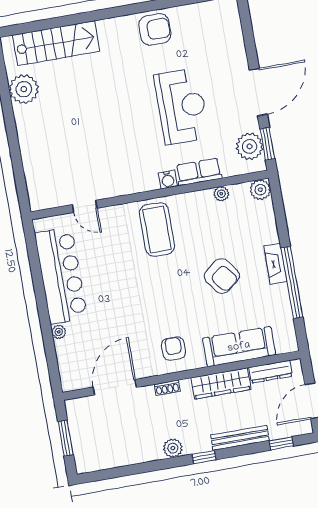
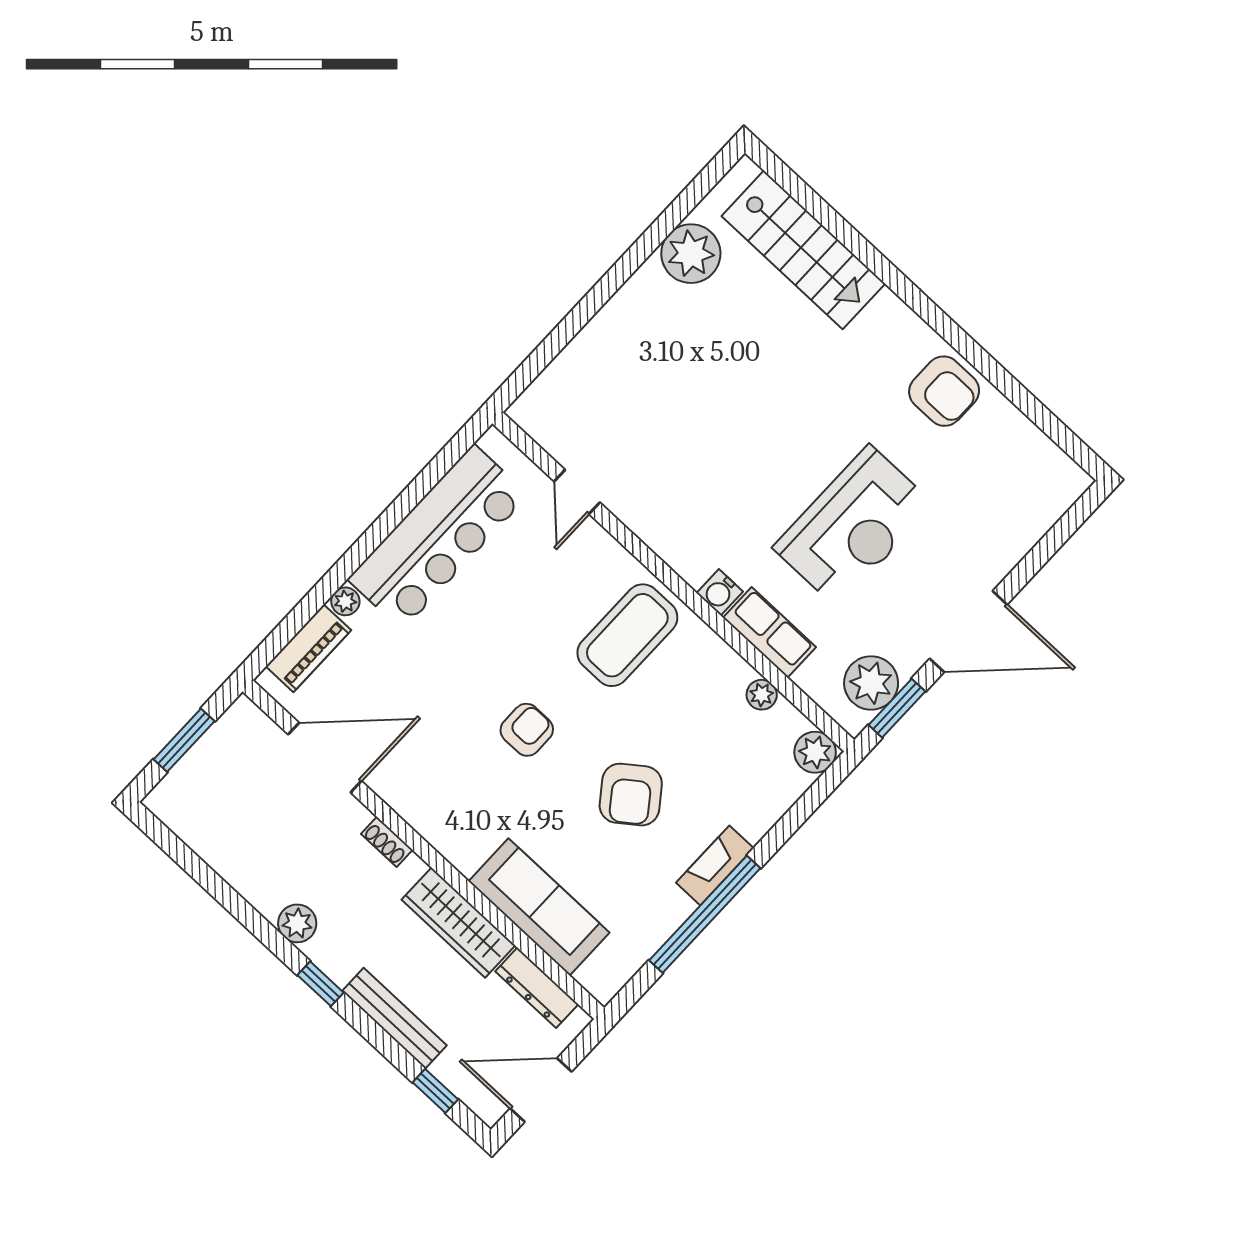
armchair: (174, 349) -> (527, 730), moved
piano: (66, 361) -> (308, 648), added

